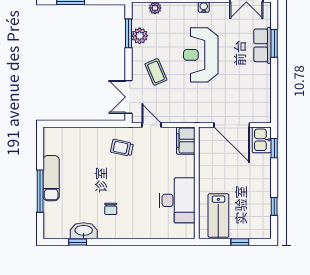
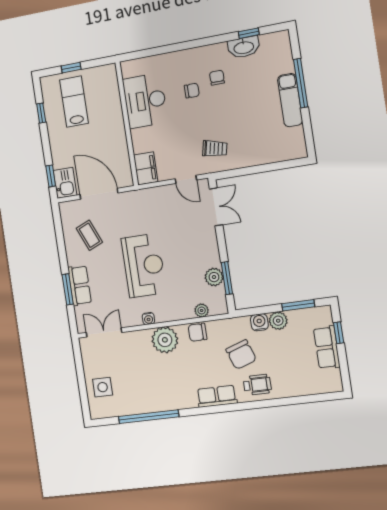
coffee table: (156, 72) -> (89, 235), moved
chair: (134, 202) -> (192, 91), added
lab bench: (218, 216) -> (74, 102), moved

